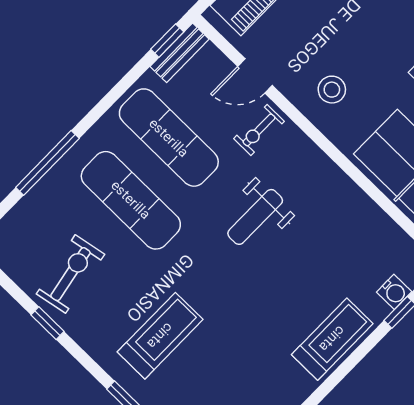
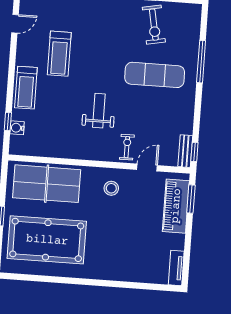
exercise mat: (169, 138) -> (161, 113), removed
treadmill: (160, 336) -> (59, 54), moved

